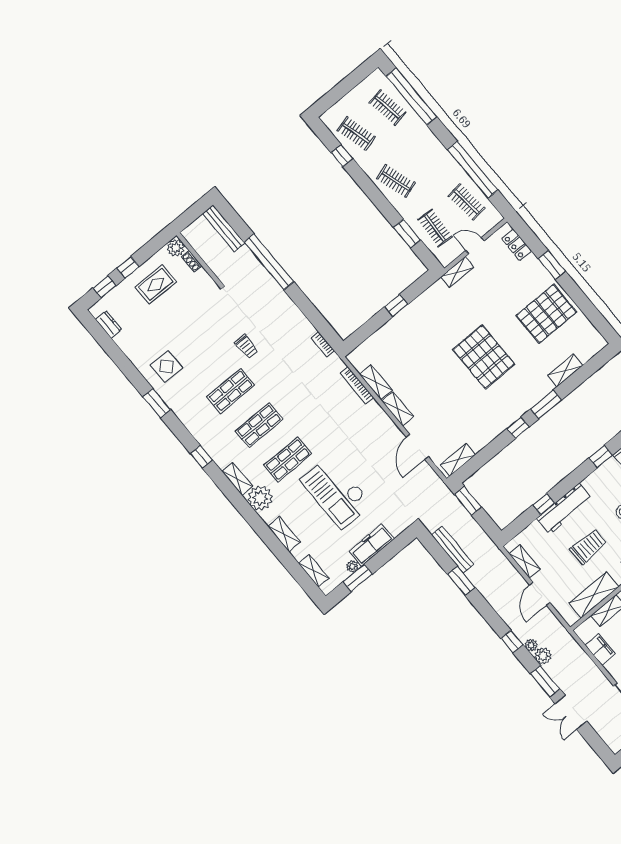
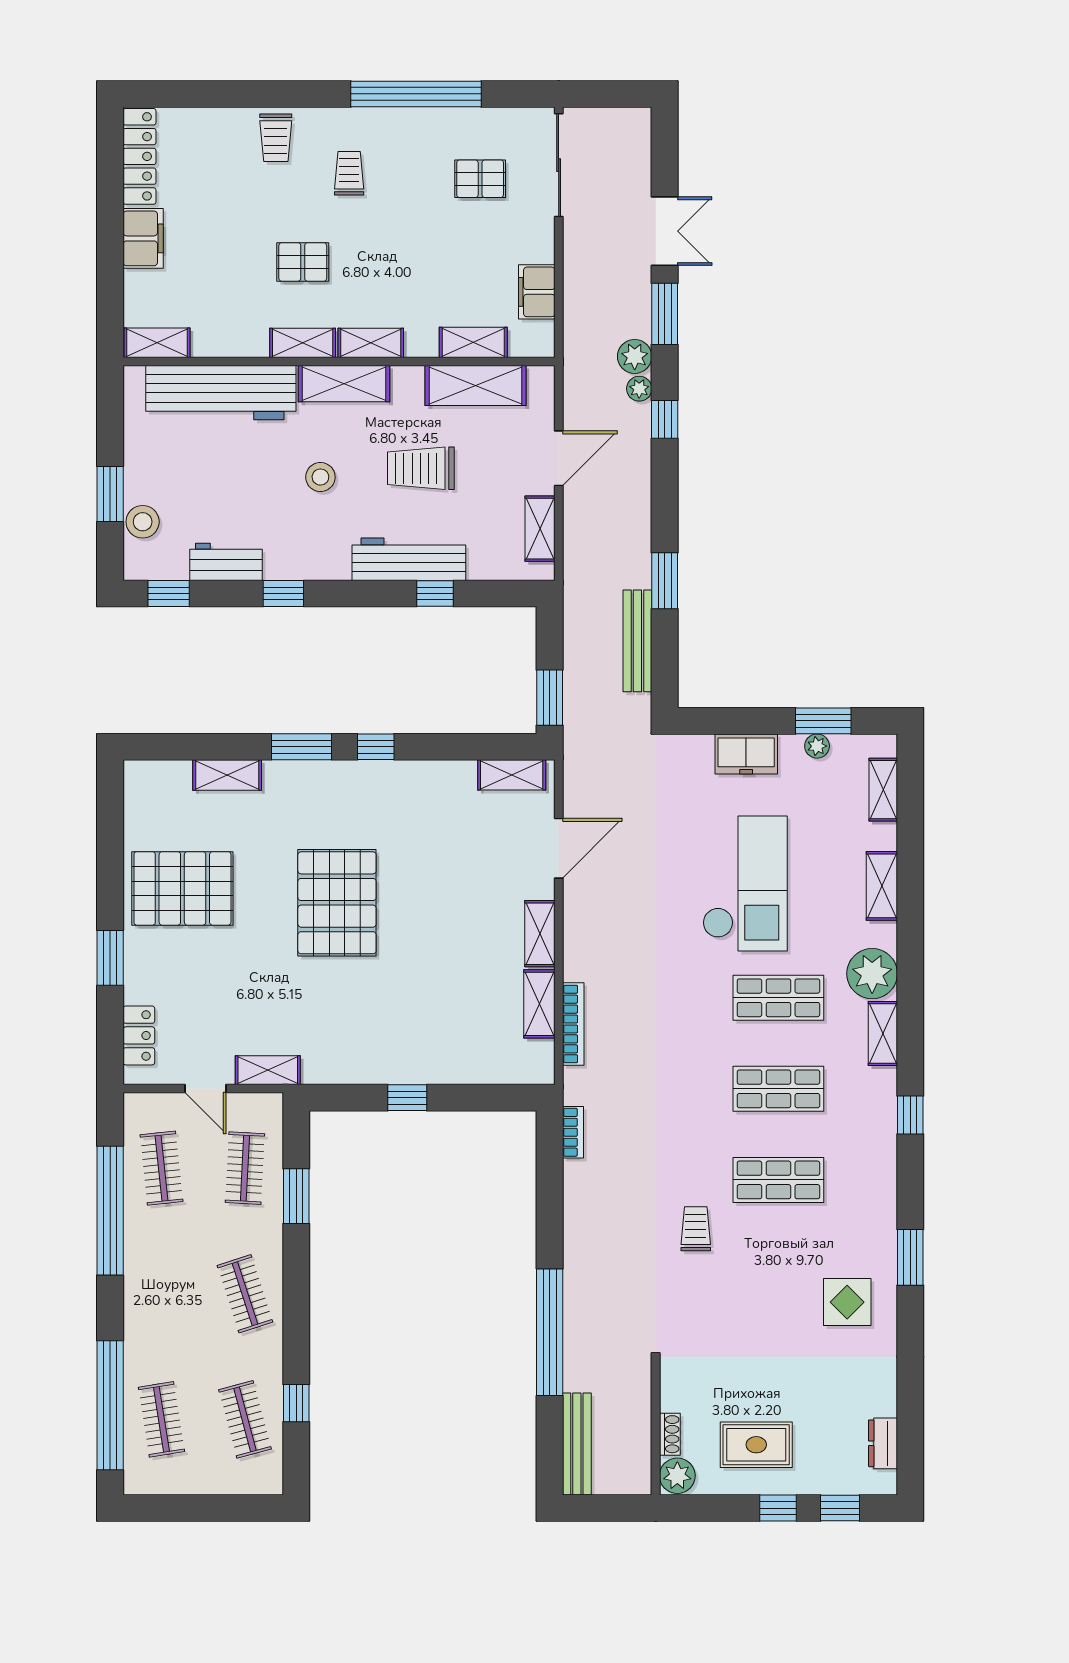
freezer: (372, 545) -> (746, 754), width x0.71

